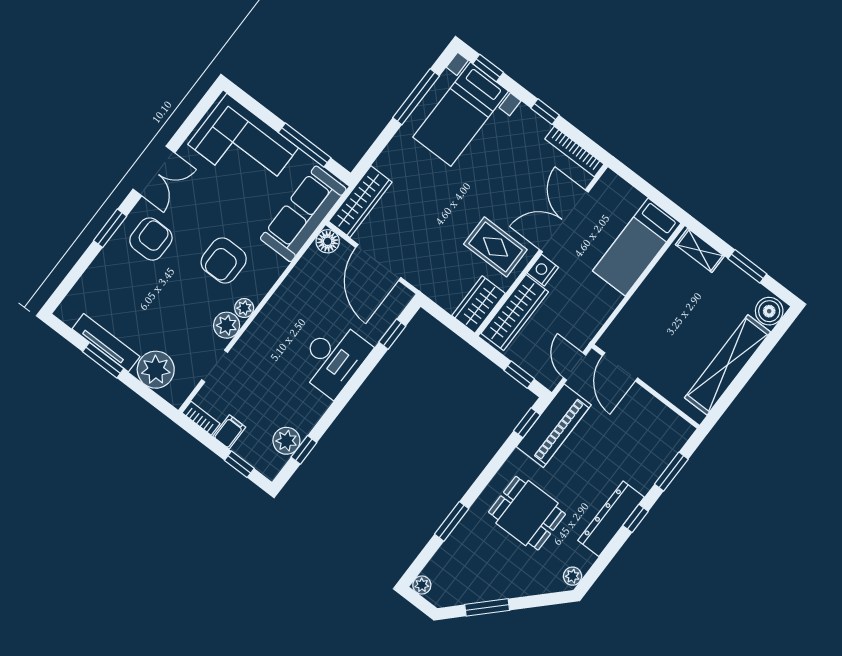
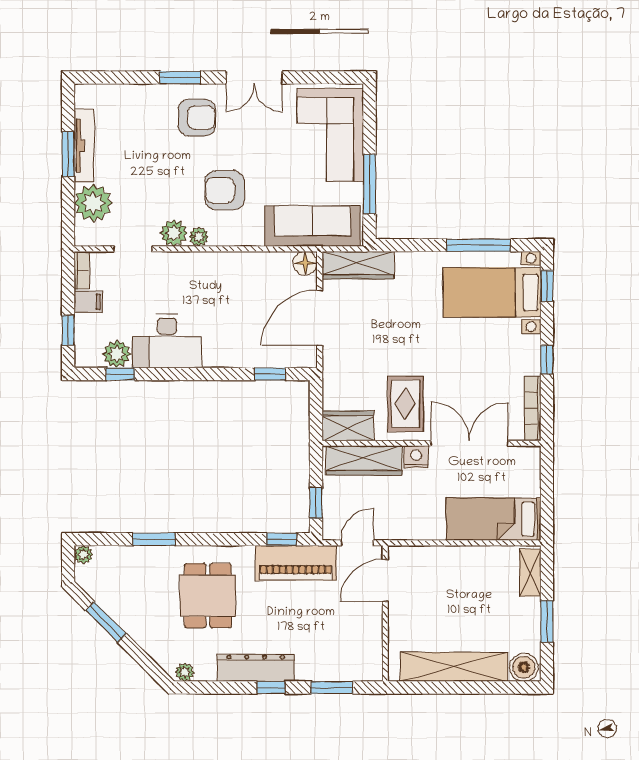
desk: (333, 358) -> (167, 341), moved

